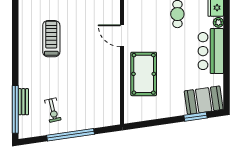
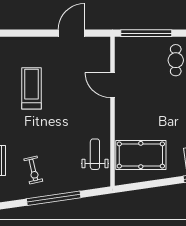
pool table: (144, 74) -> (141, 155), moved, turned 90
weight bench: (107, 96) -> (95, 154), added

